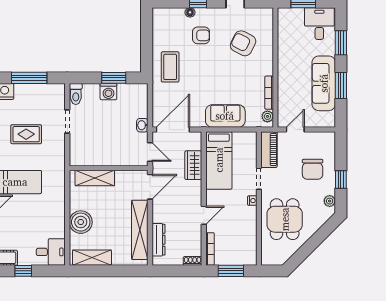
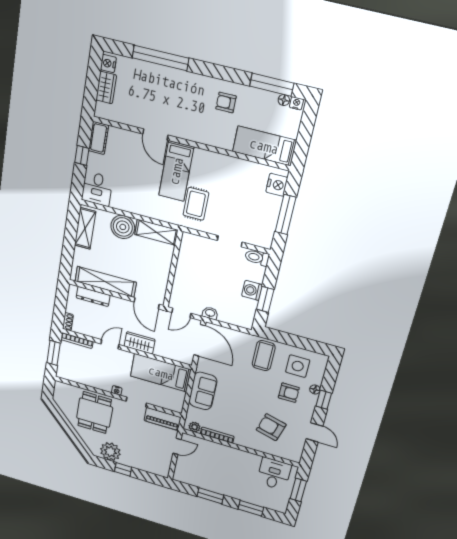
desk: (319, 24) -> (274, 474), moved, turned -90
side table: (171, 34) -> (298, 366), added
armchair: (201, 35) -> (289, 393), turned -90
armchair: (243, 43) -> (271, 427), turned -102
coffee table: (170, 67) -> (264, 356), turned 90
sofa: (324, 83) -> (216, 483), removed
door: (295, 130) -> (177, 446), hinge flipped
rug: (26, 134) -> (196, 204), moved
wardrobe: (193, 165) -> (140, 343), moved
chair: (313, 169) -> (137, 449), removed
shelving: (95, 178) -> (156, 232), moved, turned 90
plant: (330, 201) -> (110, 452), width x1.88, depth x1.88
door: (204, 215) -> (110, 344), swing flipped
dining table: (285, 219) -> (95, 413), turned 90

